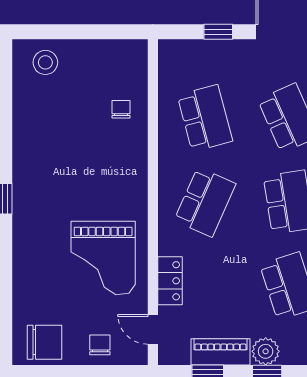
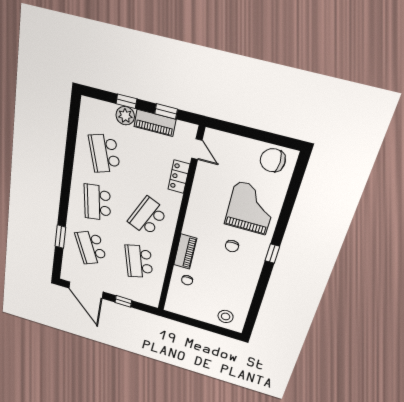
piano: (135, 160) -> (185, 252), added
grand piano: (103, 258) -> (251, 208), moved
chair: (100, 345) -> (232, 246), moved

